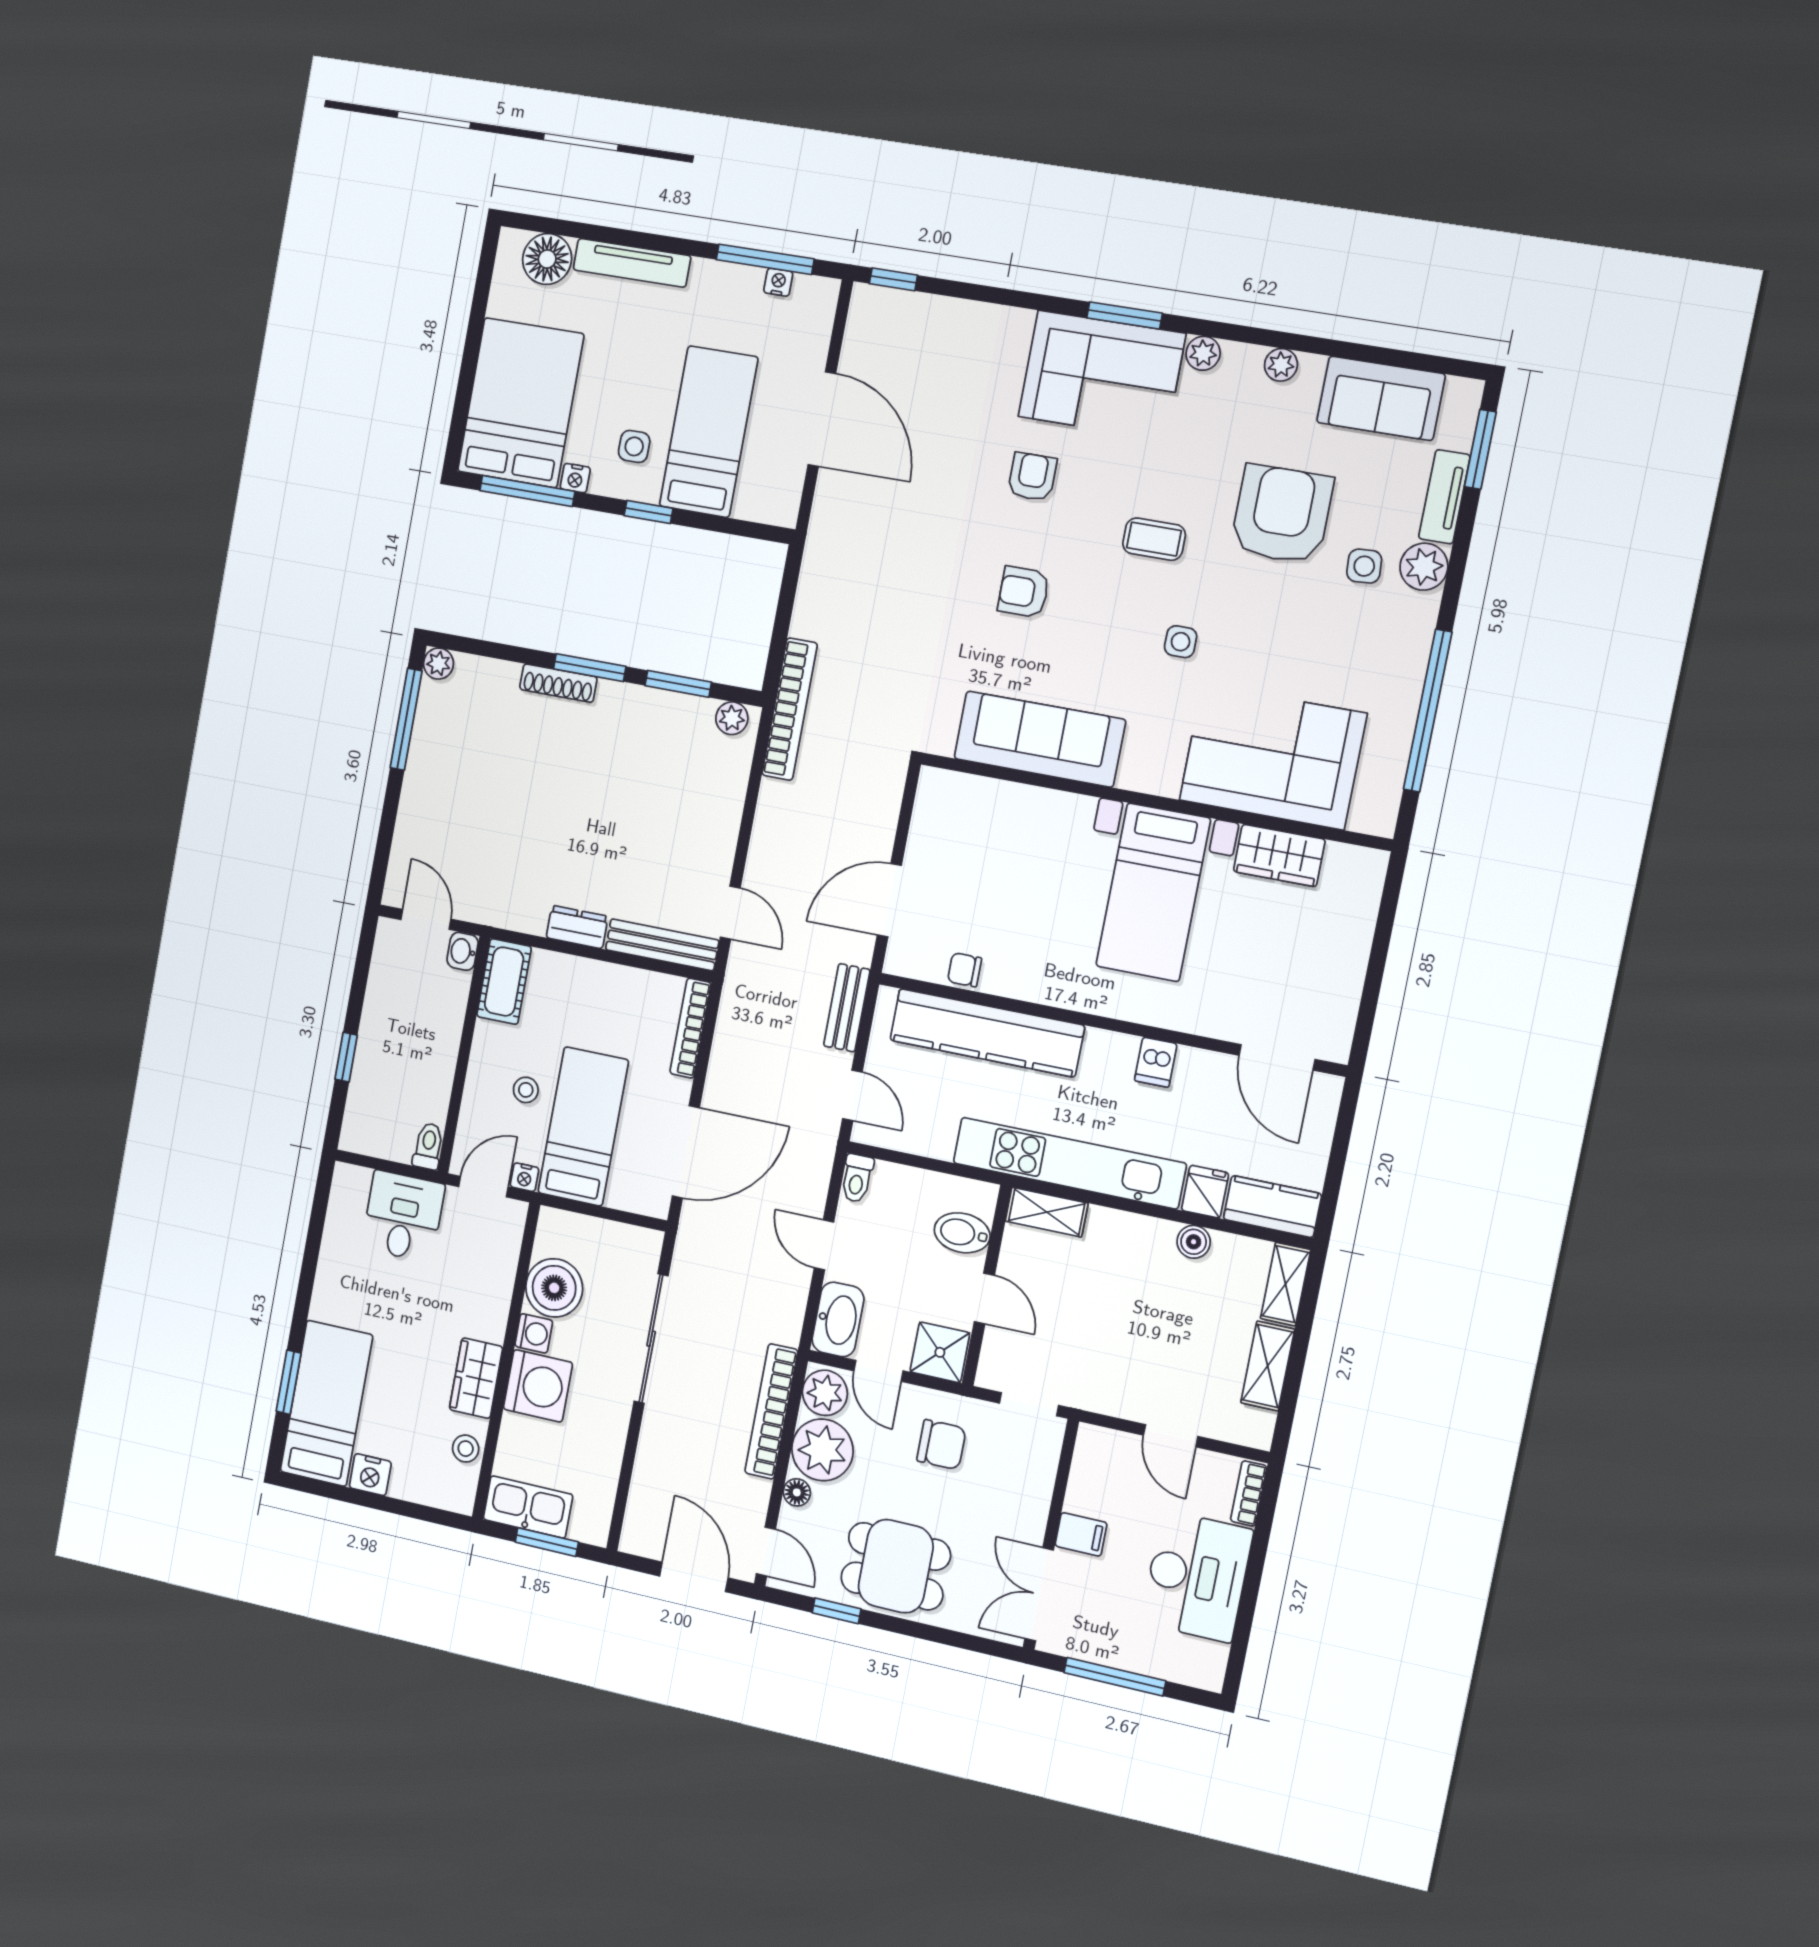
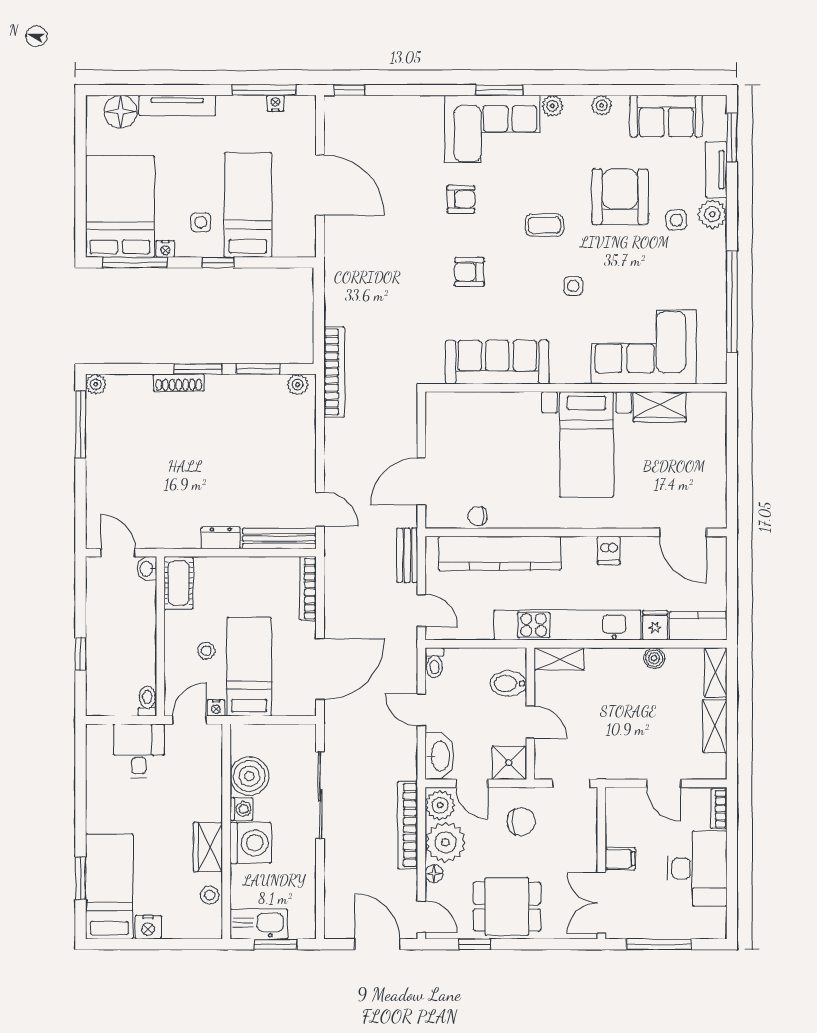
armchair: (1032, 477) -> (461, 199), turned 90

